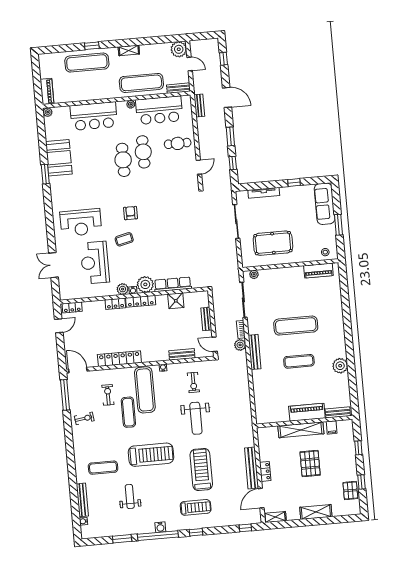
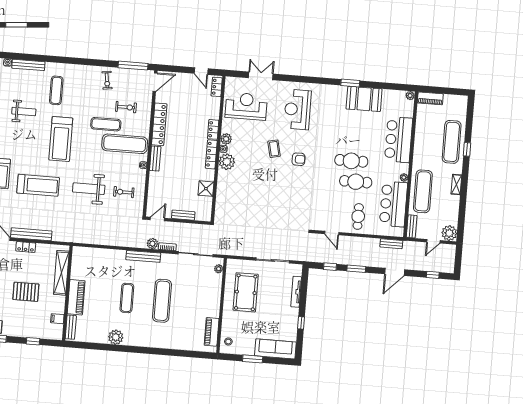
reception desk: (95, 263) -> (246, 106), moved
row of seats: (173, 284) -> (222, 188), removed
bench: (182, 354) -> (155, 159), moved
shelving: (301, 430) -> (61, 273), moved

